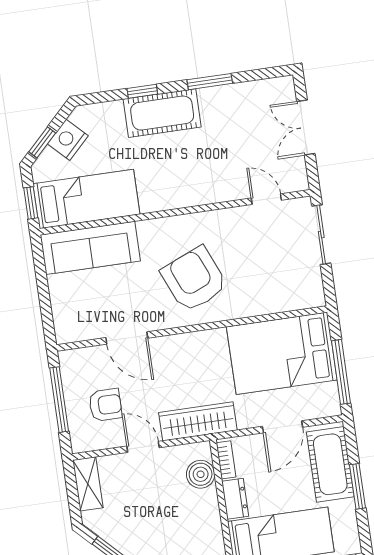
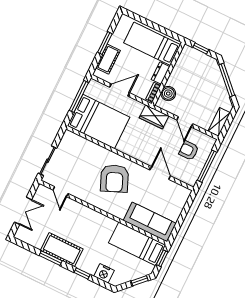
cot: (162, 113) -> (62, 250), moved
nightstand: (68, 140) -> (104, 273), moved, turned 45
wardrobe: (198, 421) -> (154, 117), width x0.67
cot: (330, 464) -> (108, 59), width x0.73, depth x0.75

